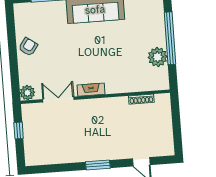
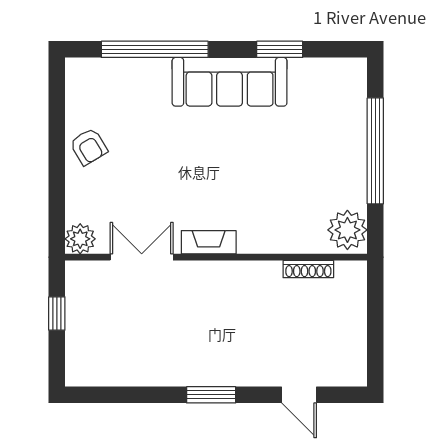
armchair: (28, 47) -> (89, 147), turned 113
plant: (158, 57) -> (347, 230), moved

